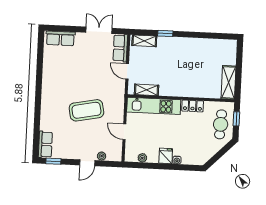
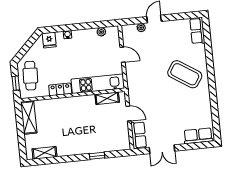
shelving: (144, 41) -> (45, 153), moved
coffee table: (86, 110) -> (185, 74), moved, turned 44
fridge: (166, 156) -> (49, 40), moved
window: (53, 161) -> (187, 16), removed

